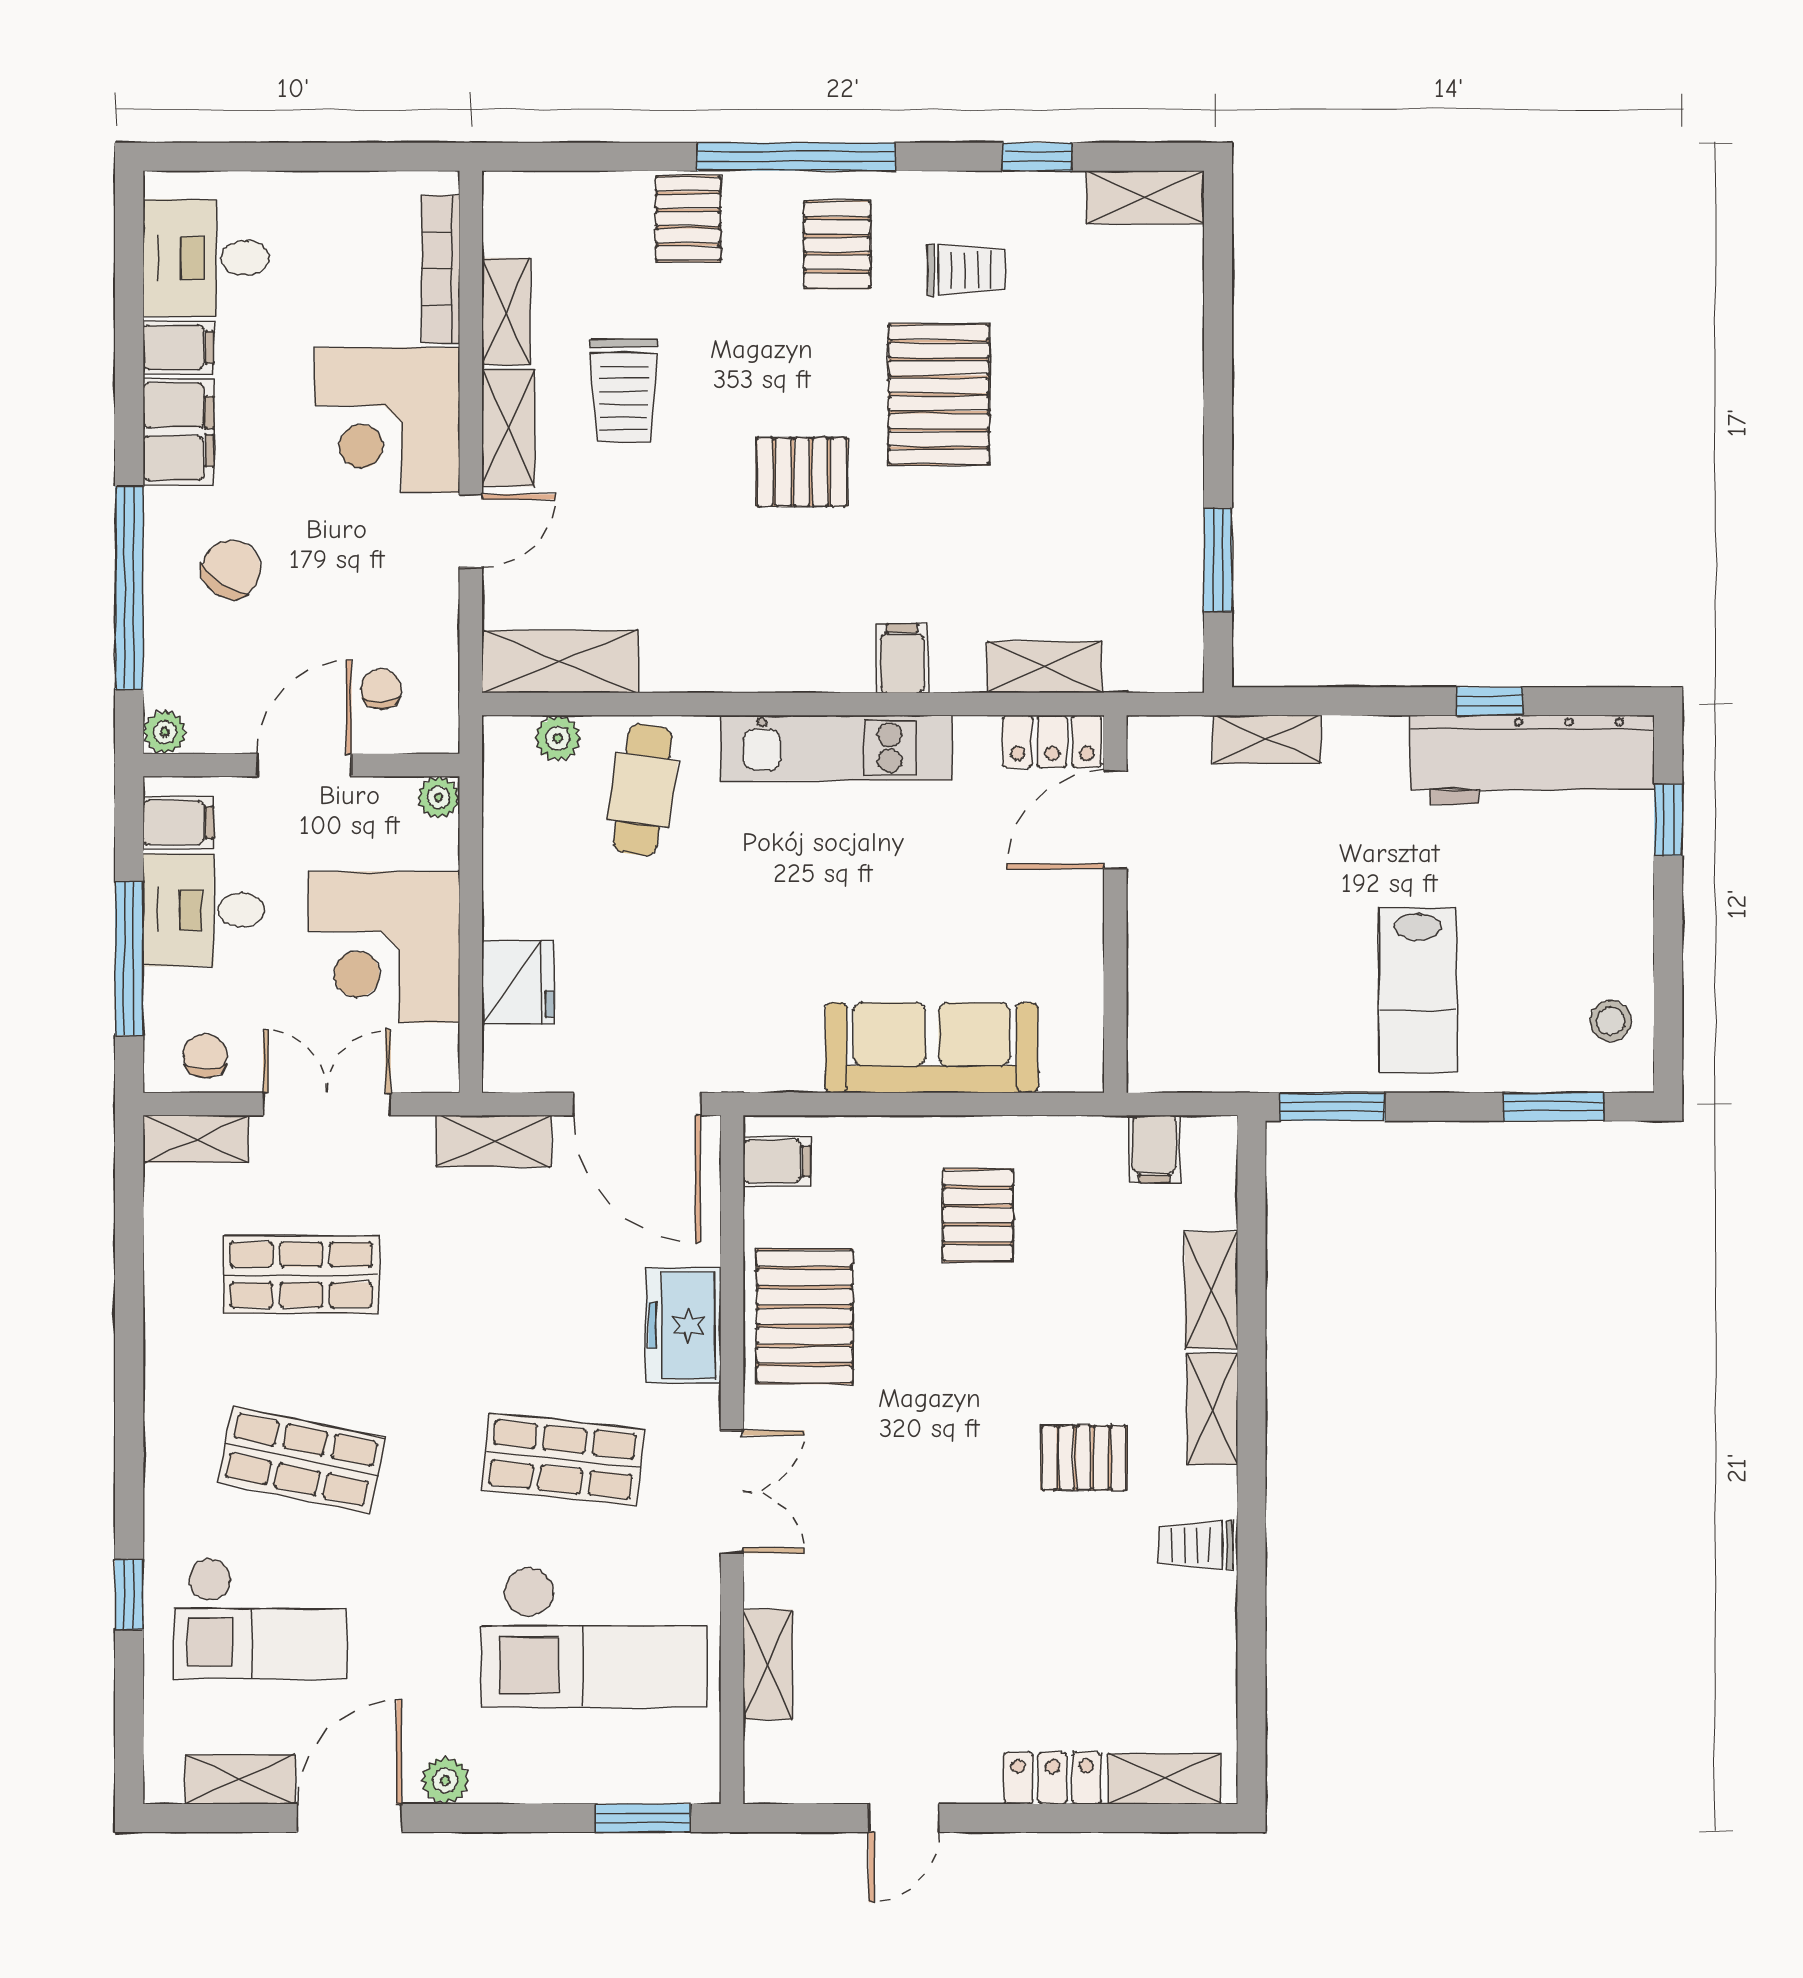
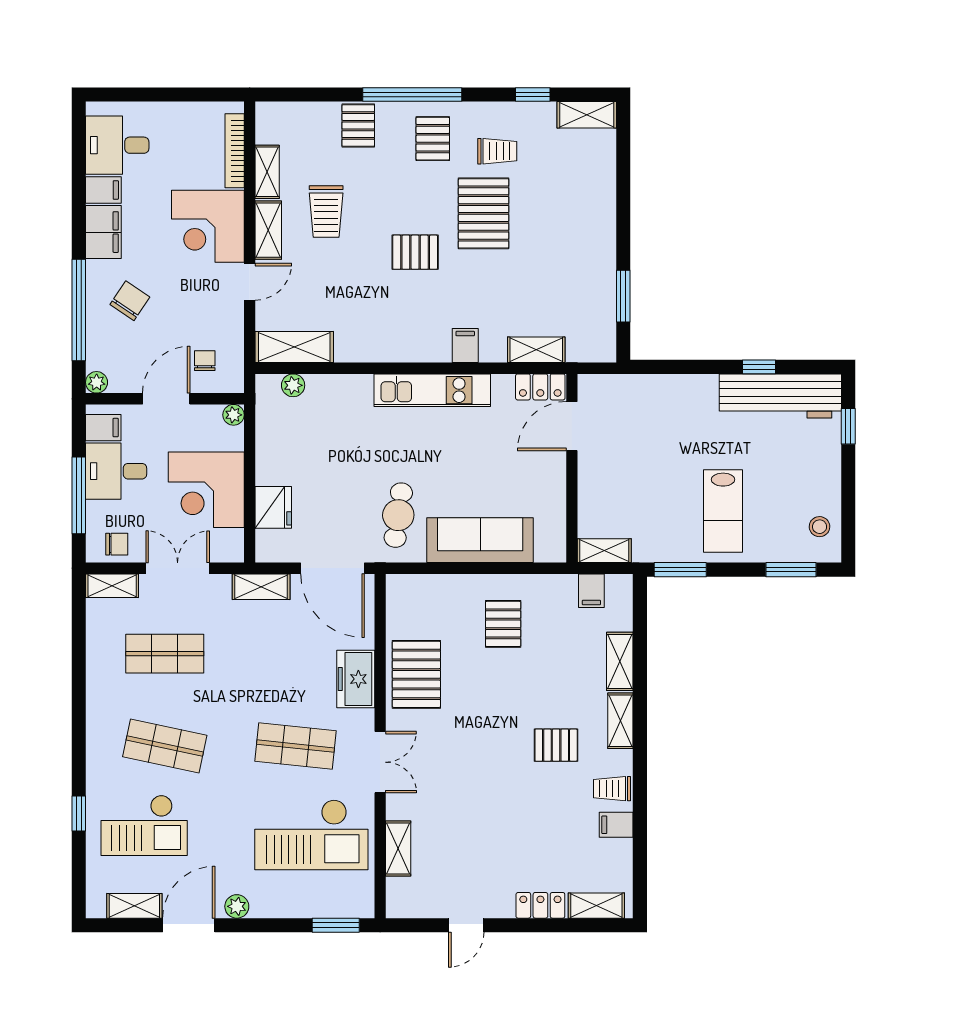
shelving: (1267, 739) -> (604, 551), moved
cafe table: (643, 790) -> (398, 515), moved
chair: (205, 1056) -> (117, 544), turned 90
filing cabinet: (777, 1161) -> (616, 825), moved, turned 180

